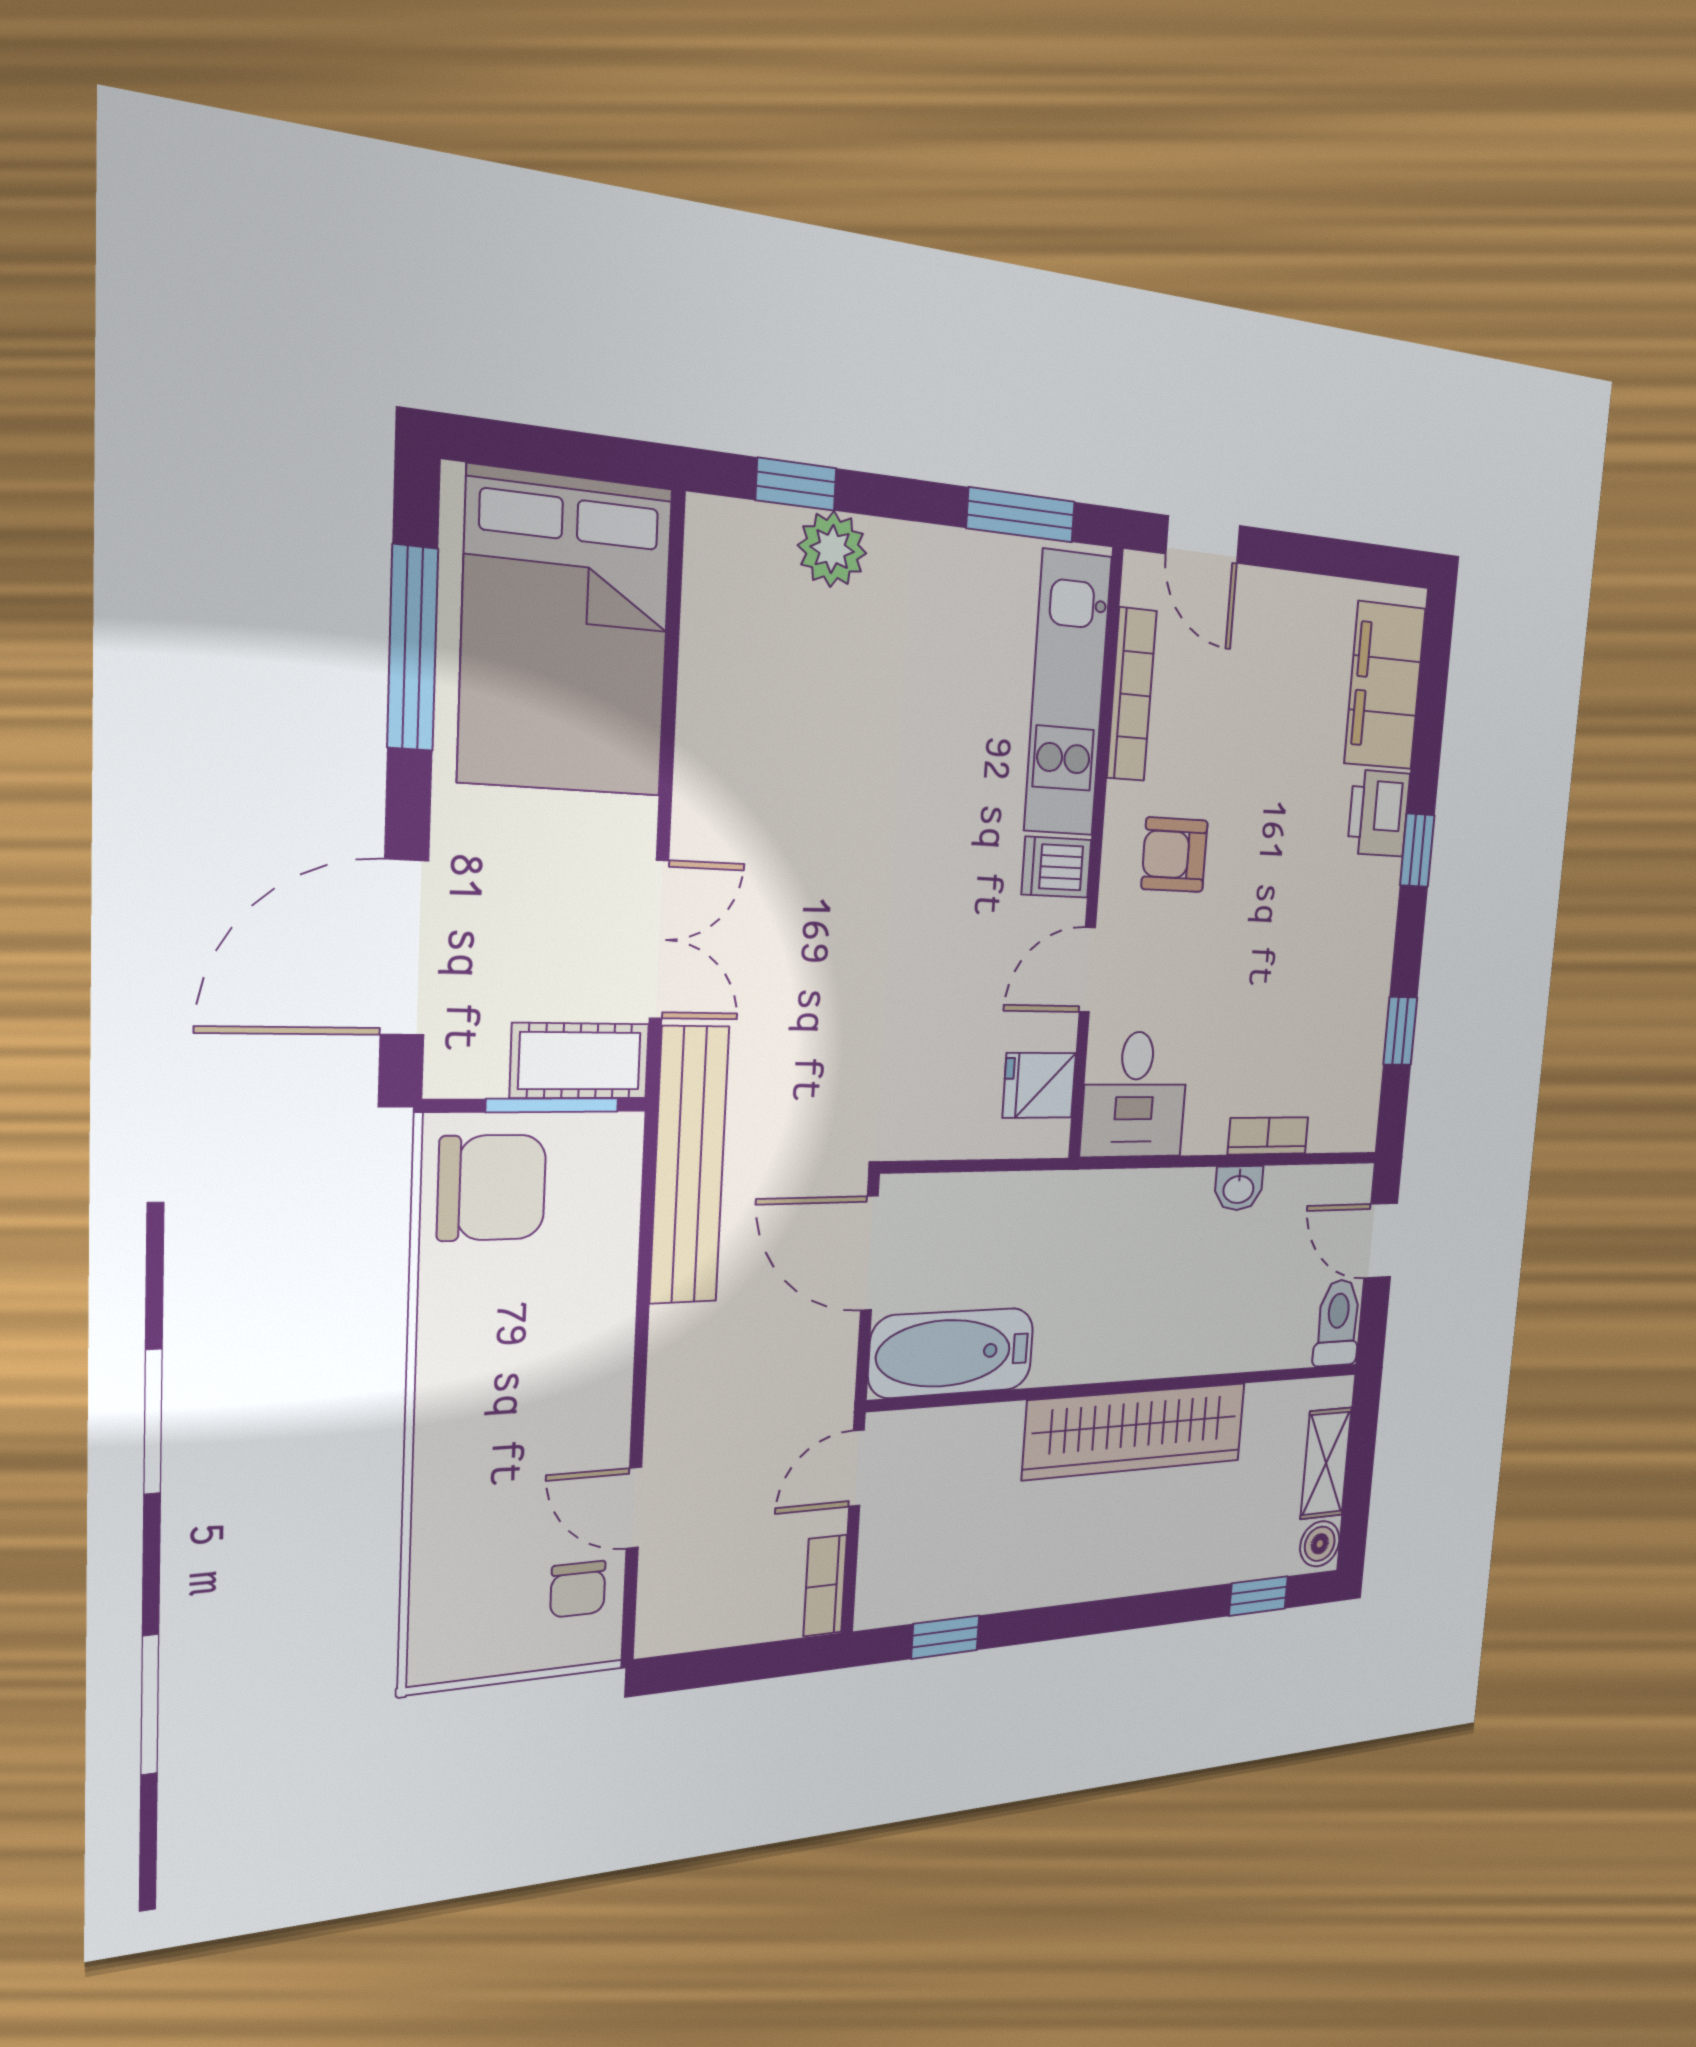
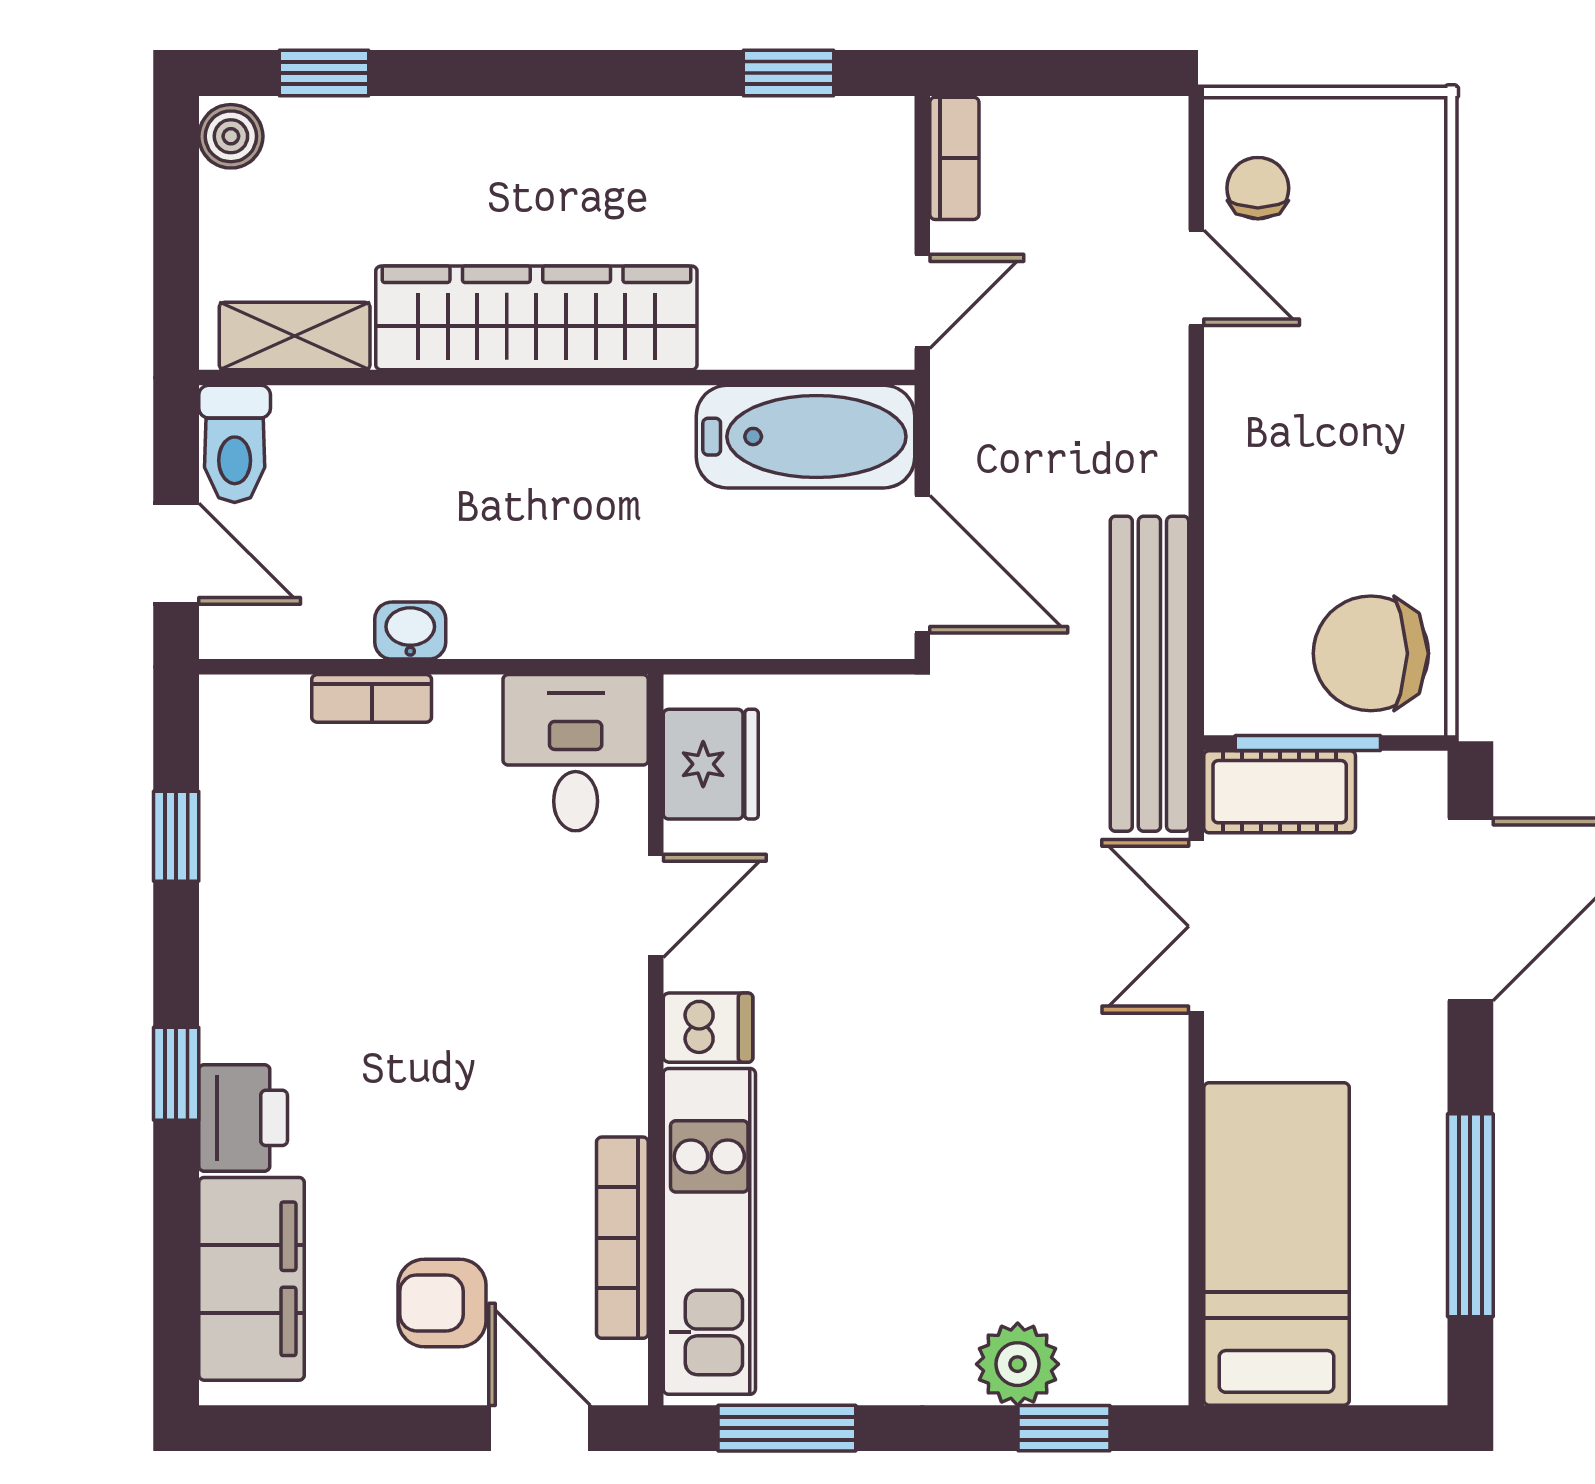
bed: (566, 634) -> (1277, 1244), width x0.67
armchair: (1174, 855) -> (442, 1303), moved, turned 180
fridge: (1039, 1085) -> (711, 764), width x1.38
shelving: (1326, 1463) -> (295, 336), moved, turned 90

